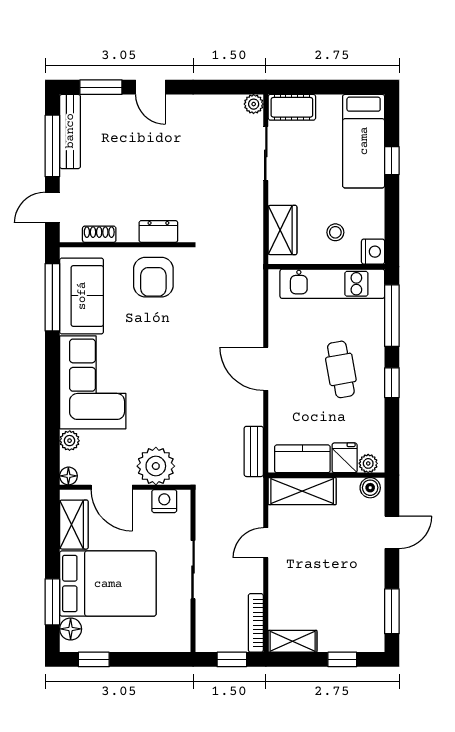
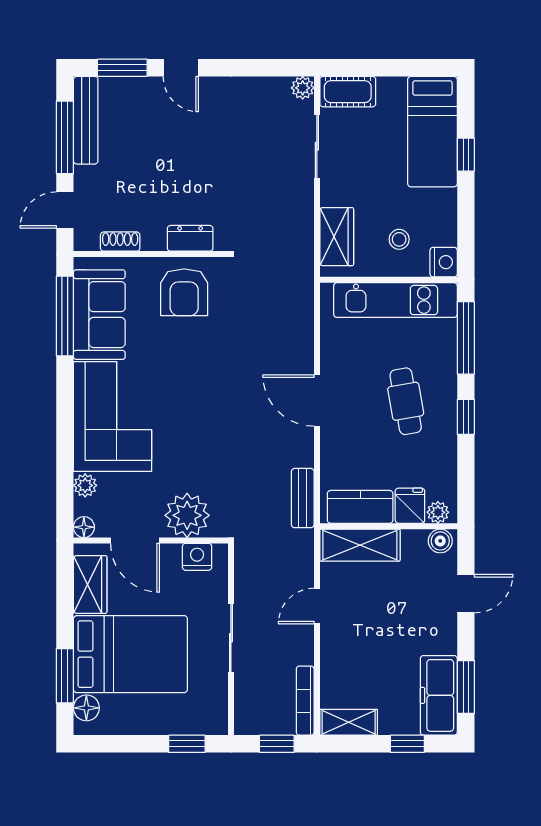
freezer: (369, 618) -> (439, 695), added
window: (94, 659) -> (187, 744), moved

